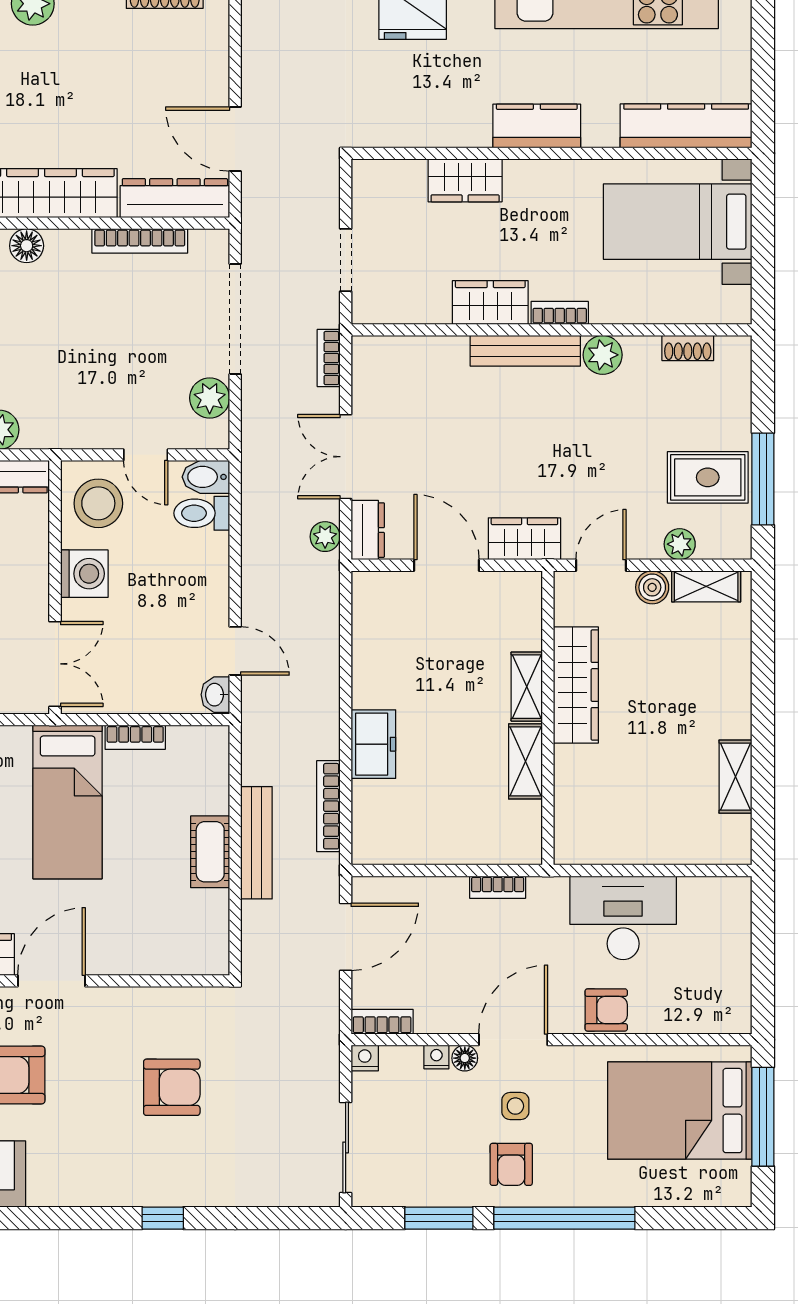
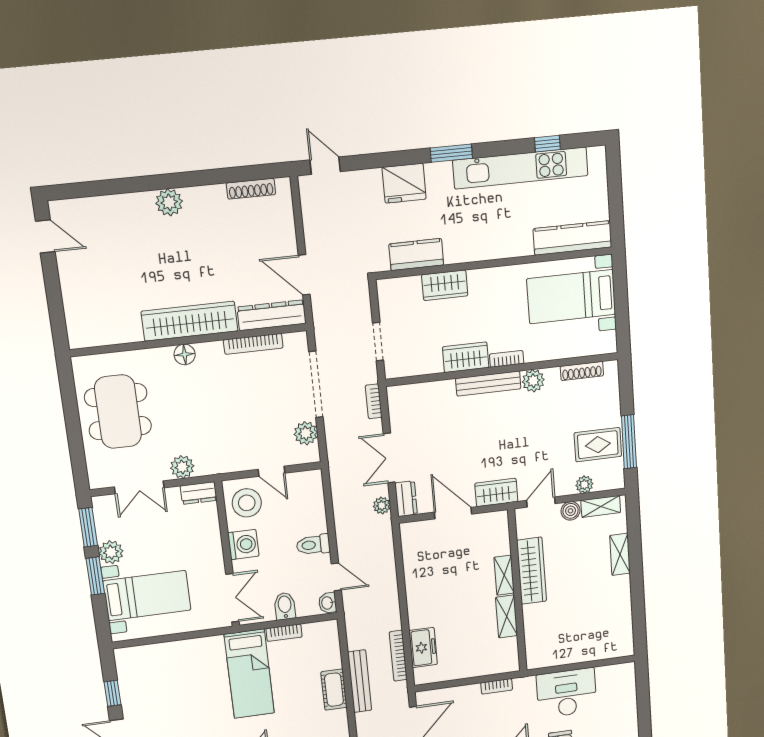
kitchen counter: (537, 126) -> (416, 255), moved
shoe rack: (688, 348) -> (582, 371), width x1.43
bidet: (206, 477) -> (285, 606), moved, turned 90
toilet: (202, 513) -> (313, 545), moved
freezer: (373, 744) -> (423, 648), moved
shelving: (735, 777) -> (620, 554), moved

